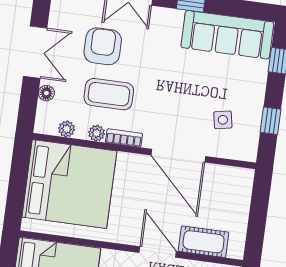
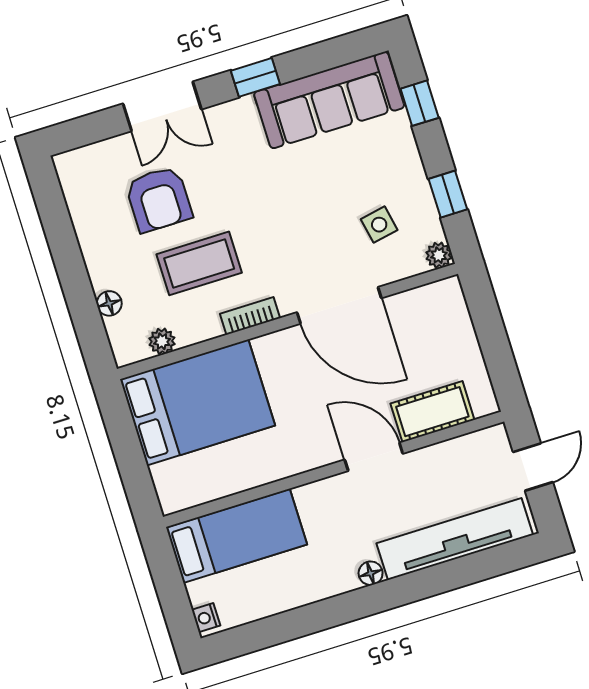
armchair: (103, 46) -> (159, 199), turned 180
double door: (35, 52) -> (66, 252), removed
plant: (97, 133) -> (439, 255), moved
bed: (69, 184) -> (198, 402), width x0.73

